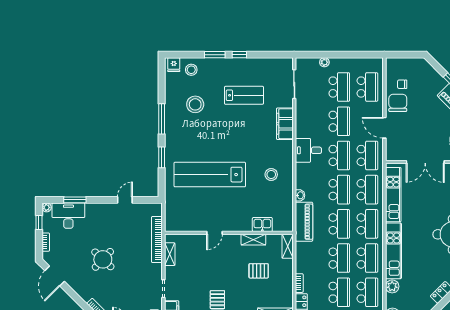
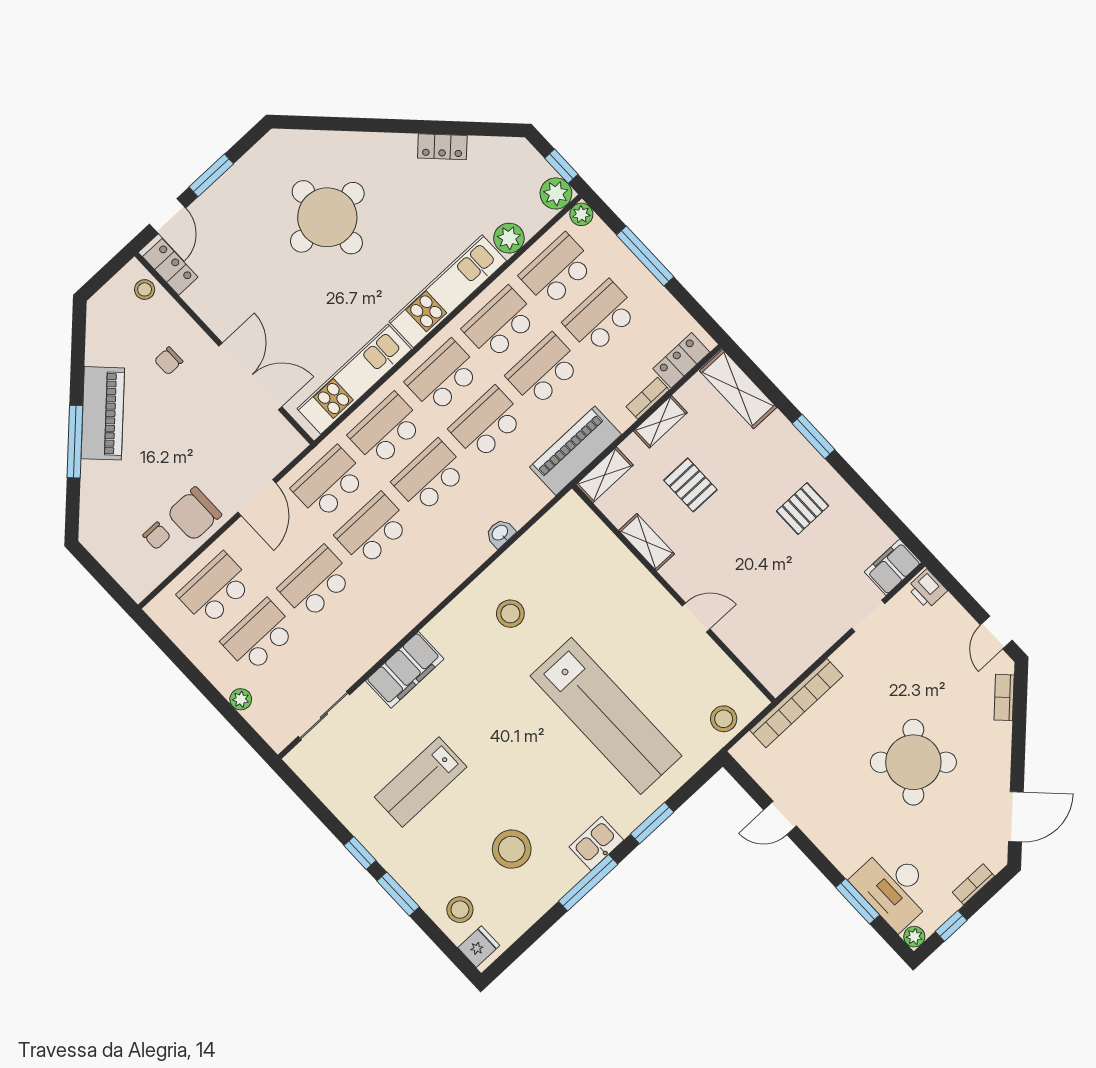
lab bench: (244, 95) -> (421, 782), turned -90
desk: (308, 150) -> (412, 589), removed
stool: (174, 211) -> (724, 719), added
piano: (304, 222) -> (575, 451), moved
kitchen sink: (262, 225) -> (596, 843), moved, turned 90
shelving: (170, 254) -> (660, 422), moved
round table: (103, 259) -> (913, 762), width x1.36, depth x1.36

